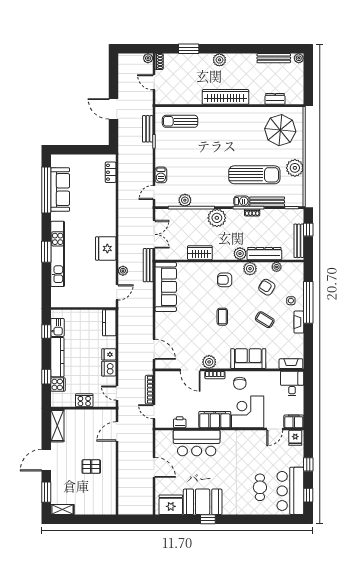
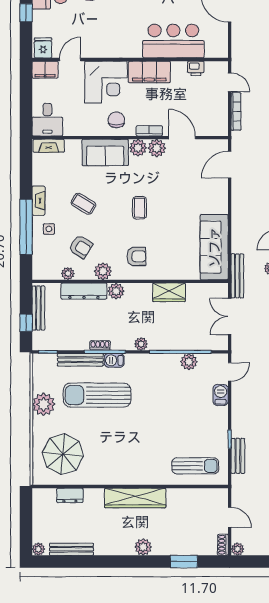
plant: (217, 218) -> (141, 344), width x0.53, depth x0.53
door: (154, 349) -> (230, 165), hinge flipped
plant: (223, 362) -> (138, 148), added

